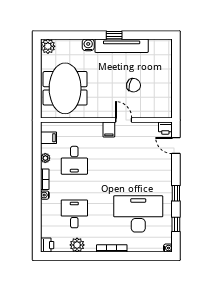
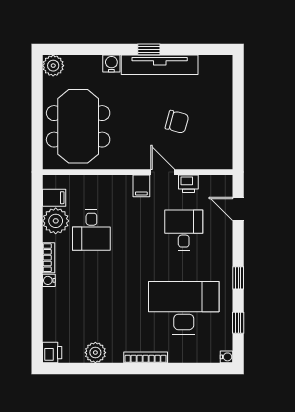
printer: (165, 128) -> (188, 184), moved
plant: (45, 158) -> (56, 221), width x1.88, depth x1.88
desk: (74, 214) -> (184, 230), moved

